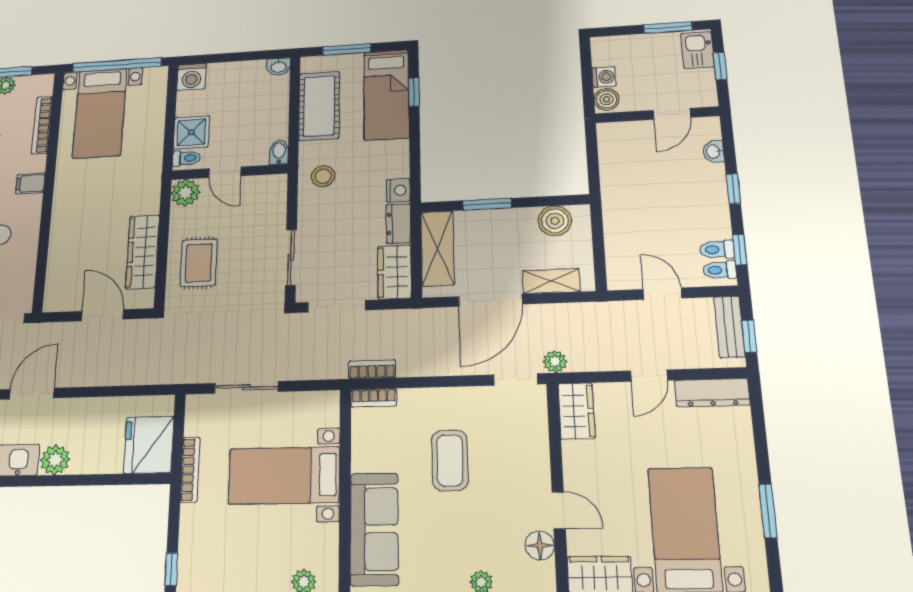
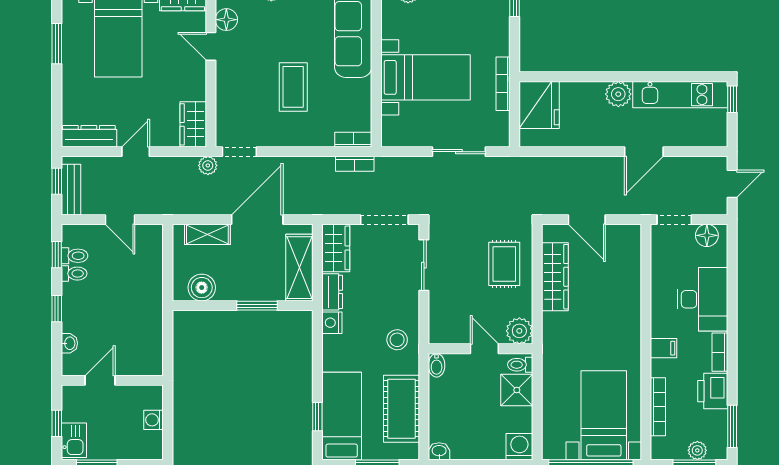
boiler: (607, 99) -> (153, 398), removed
toilet: (720, 270) -> (74, 274), moved

